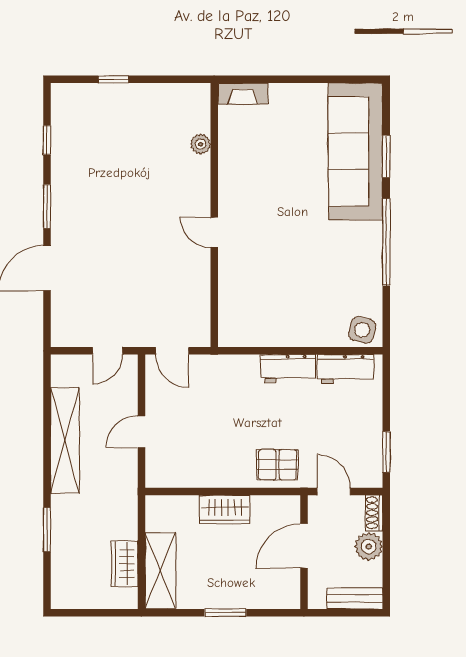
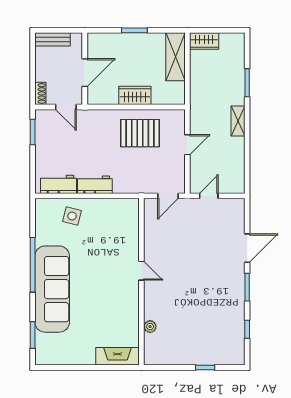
fireplace: (243, 94) -> (117, 356), width x1.37, depth x1.32
sofa: (355, 151) -> (52, 289), moved
window: (386, 156) -> (33, 335), moved
side table: (362, 330) -> (72, 216), moved
door: (172, 351) -> (168, 196), swing flipped
shelving: (65, 440) -> (238, 121), width x0.45, depth x0.75
pallet: (278, 465) -> (140, 133), moved, width x1.50, depth x1.42
plant: (369, 547) -> (44, 72), removed
wardrobe: (125, 564) -> (204, 41), moved, turned 90

